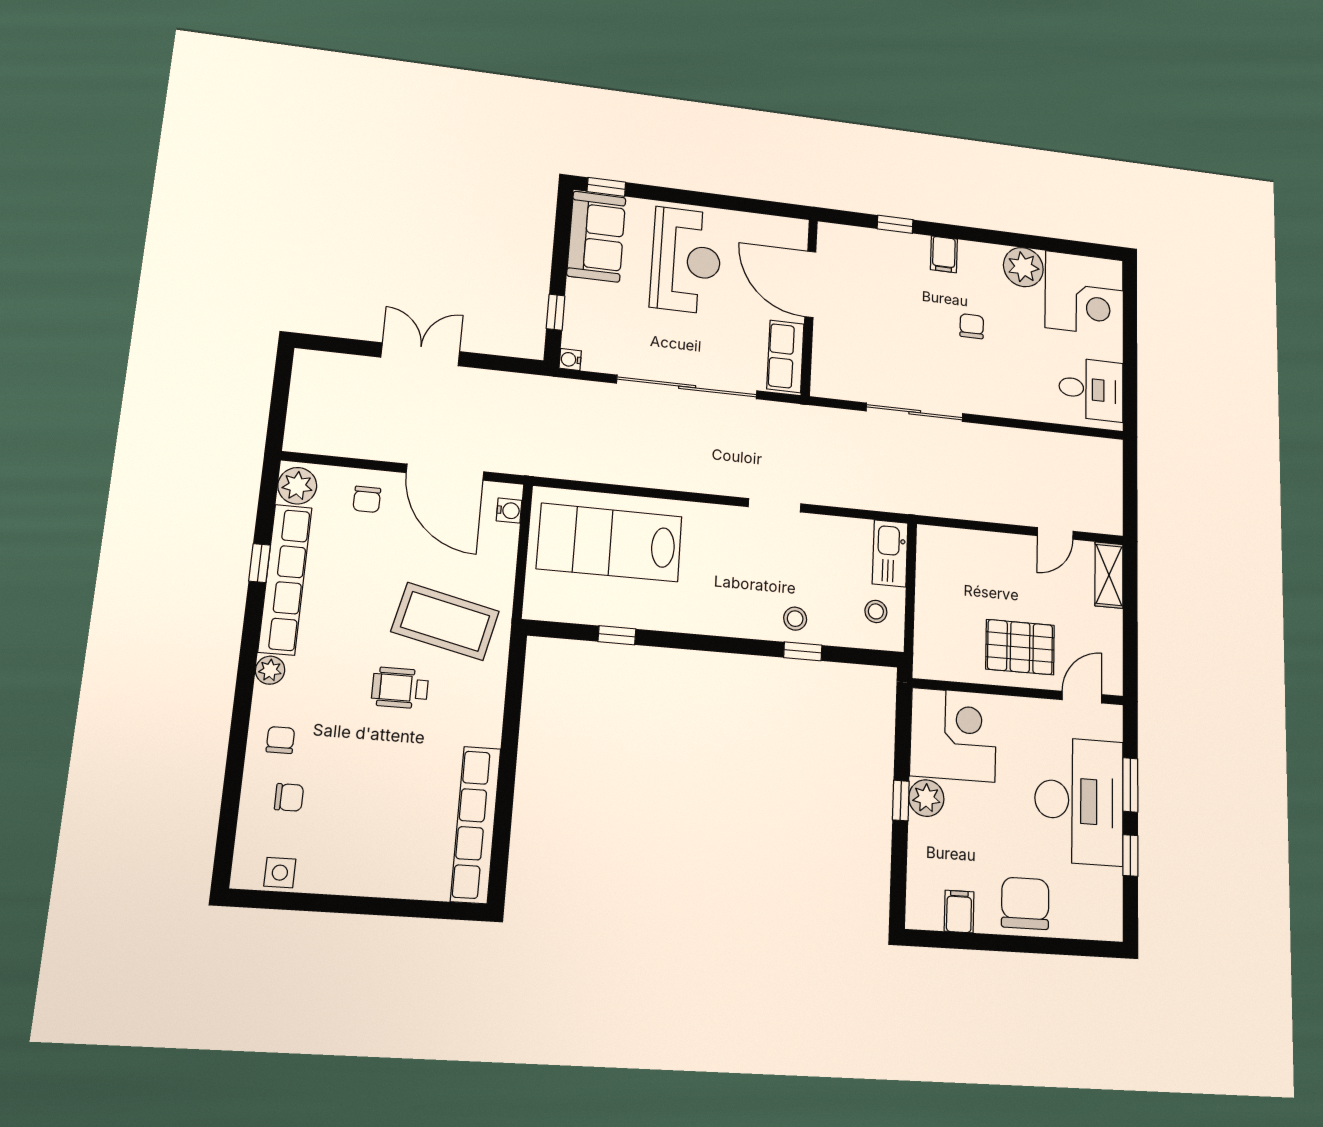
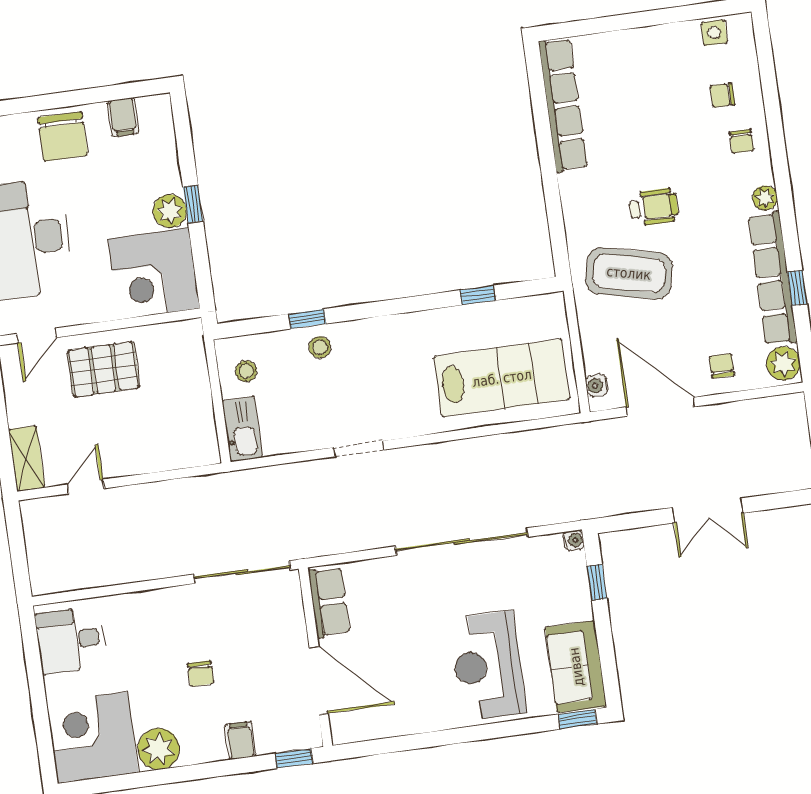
door: (810, 284) -> (319, 681), moved
wall: (809, 307) -> (315, 657), moved
row of seats: (785, 356) -> (329, 602), moved

